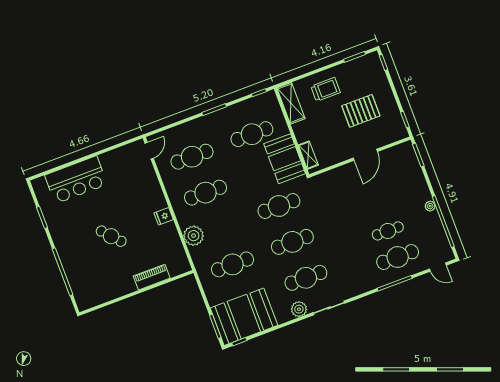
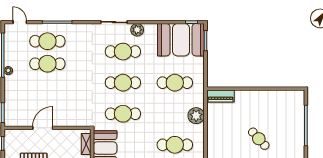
fridge: (164, 216) -> (213, 139), removed
cafe table: (388, 231) -> (47, 64), width x1.37, depth x1.35
piano: (152, 277) -> (221, 96), moved

